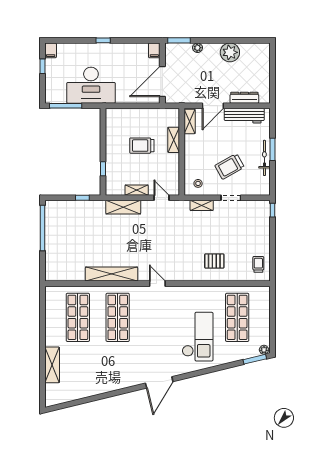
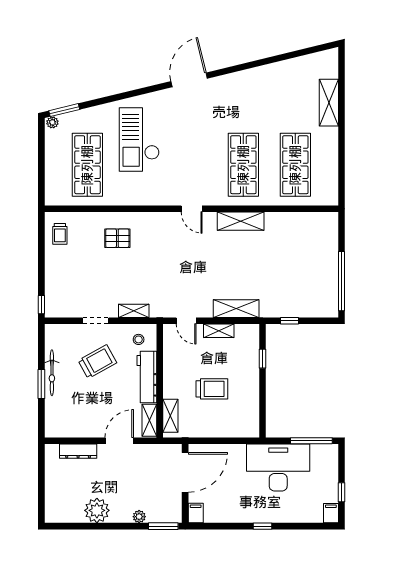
workbench: (244, 116) -> (147, 377), moved, turned -90
shelving: (174, 140) -> (170, 416), moved
shelving: (111, 274) -> (241, 221), width x0.68

